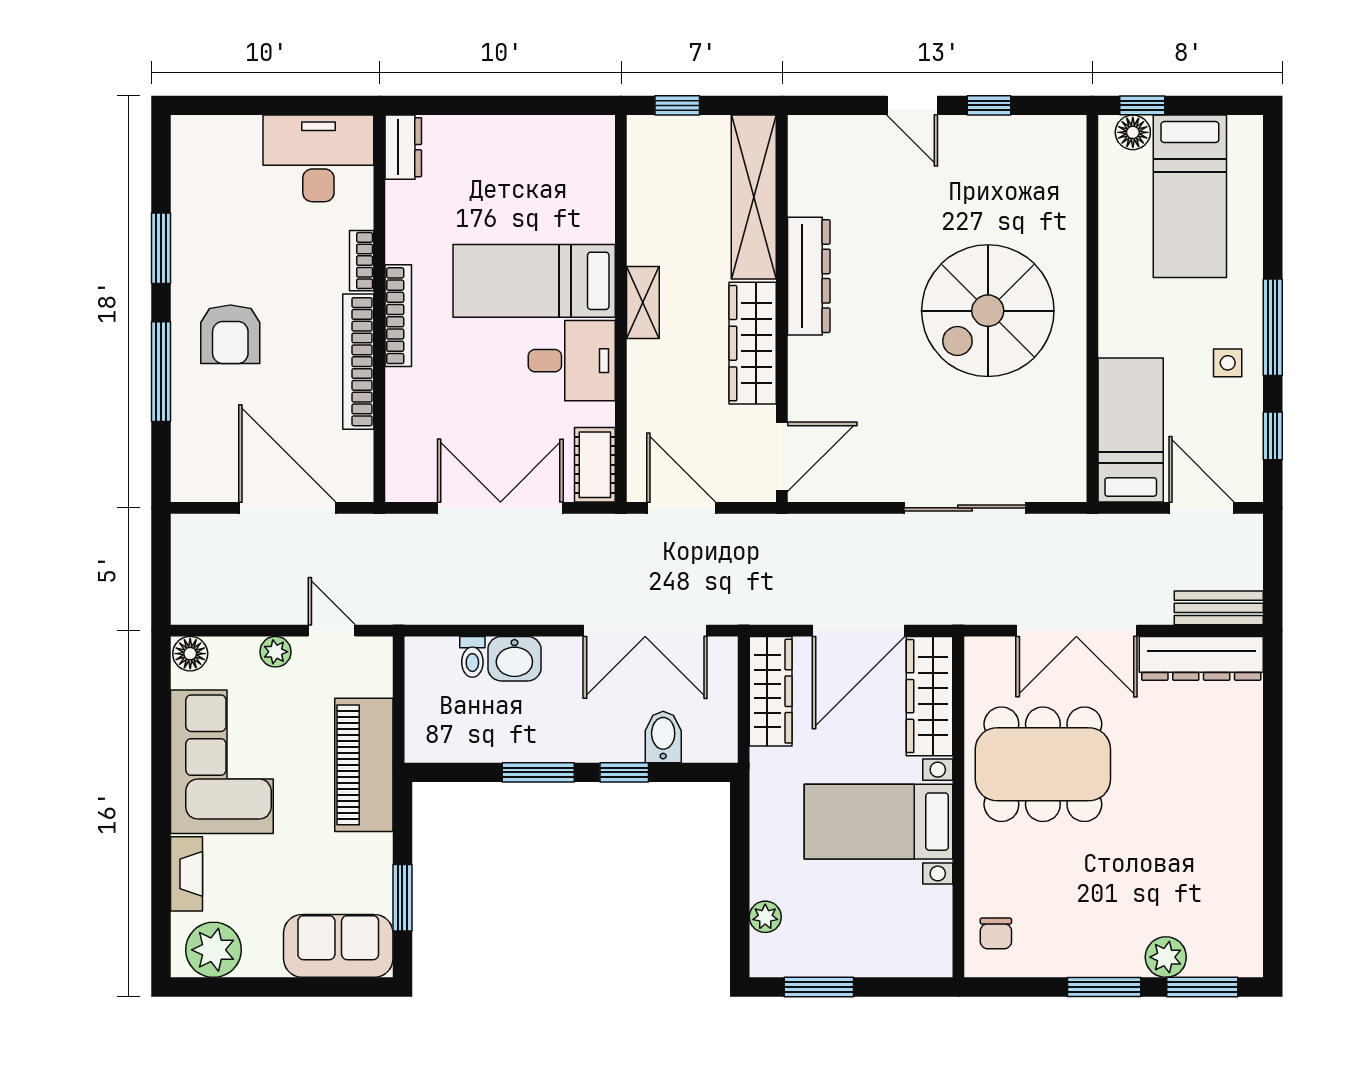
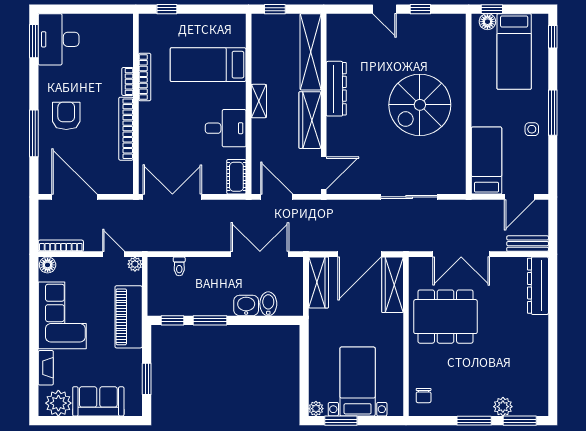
window: (446, 105) -> (167, 9), added
dresser: (403, 147) -> (147, 29), removed
desk: (318, 158) -> (59, 39), moved, turned -90
window: (161, 248) -> (34, 41), moved
bed: (534, 281) -> (208, 65), moved
bookcase: (398, 316) -> (145, 77), moved
armchair: (230, 334) -> (66, 116), turned 180
window: (1273, 436) -> (553, 37), moved
door: (287, 508) -> (74, 197), moved
double door: (500, 508) -> (172, 197), moved
door: (1201, 508) -> (520, 197), swing flipped
bookcase: (219, 612) -> (61, 246), added
double door: (645, 631) -> (260, 254), swing flipped
plant: (276, 652) -> (135, 264), moved
dresser: (1201, 658) -> (538, 286), moved, turned 90
washbasin: (514, 659) -> (246, 305), moved, turned 180
window: (624, 772) -> (173, 320), moved
bed with nightstands: (879, 822) -> (358, 382), moved, turned 90
plant: (765, 917) -> (316, 409), moved
sofa: (338, 946) -> (98, 401), moved

